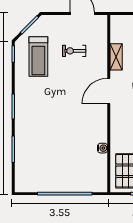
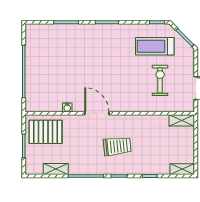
exercise bike: (74, 51) -> (160, 80), width x1.38, depth x1.39
shelving: (116, 57) -> (182, 120), moved
door: (109, 91) -> (97, 113), moved

